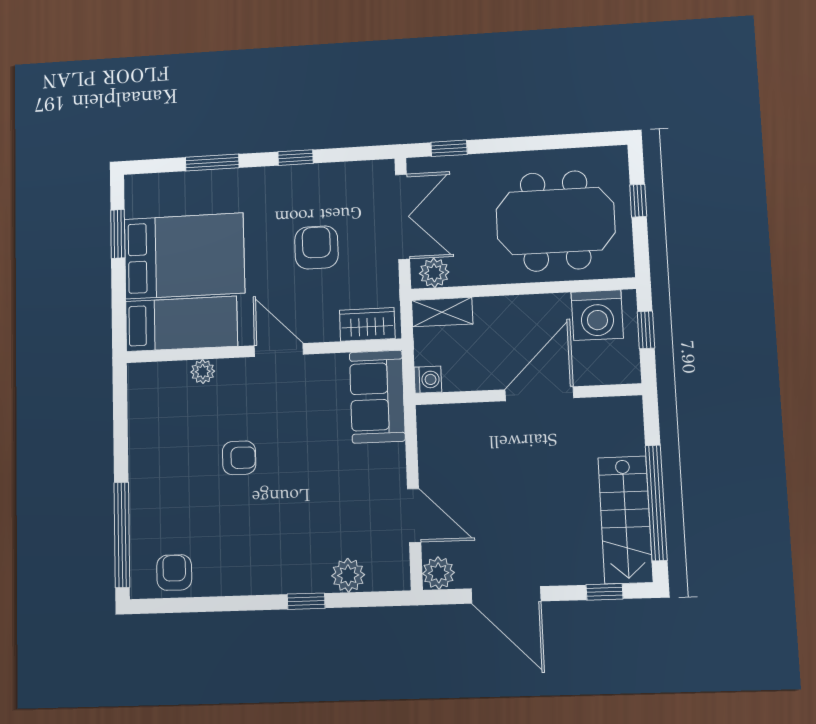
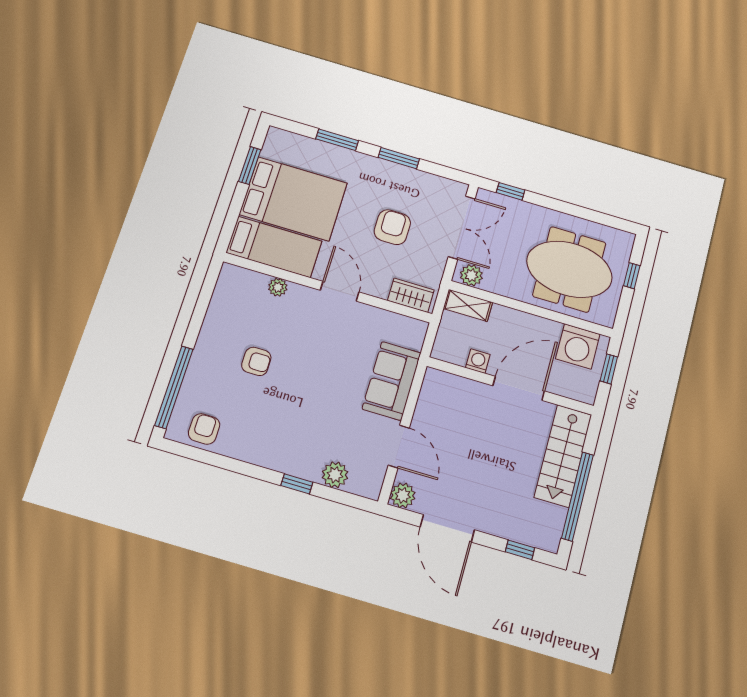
window: (296, 158) -> (399, 158), width x1.50
washing machine: (428, 380) -> (478, 361), moved, turned -90
sofa: (377, 397) -> (392, 381), moved
armchair: (239, 458) -> (256, 361), moved
stairs: (625, 520) -> (563, 456), moved

